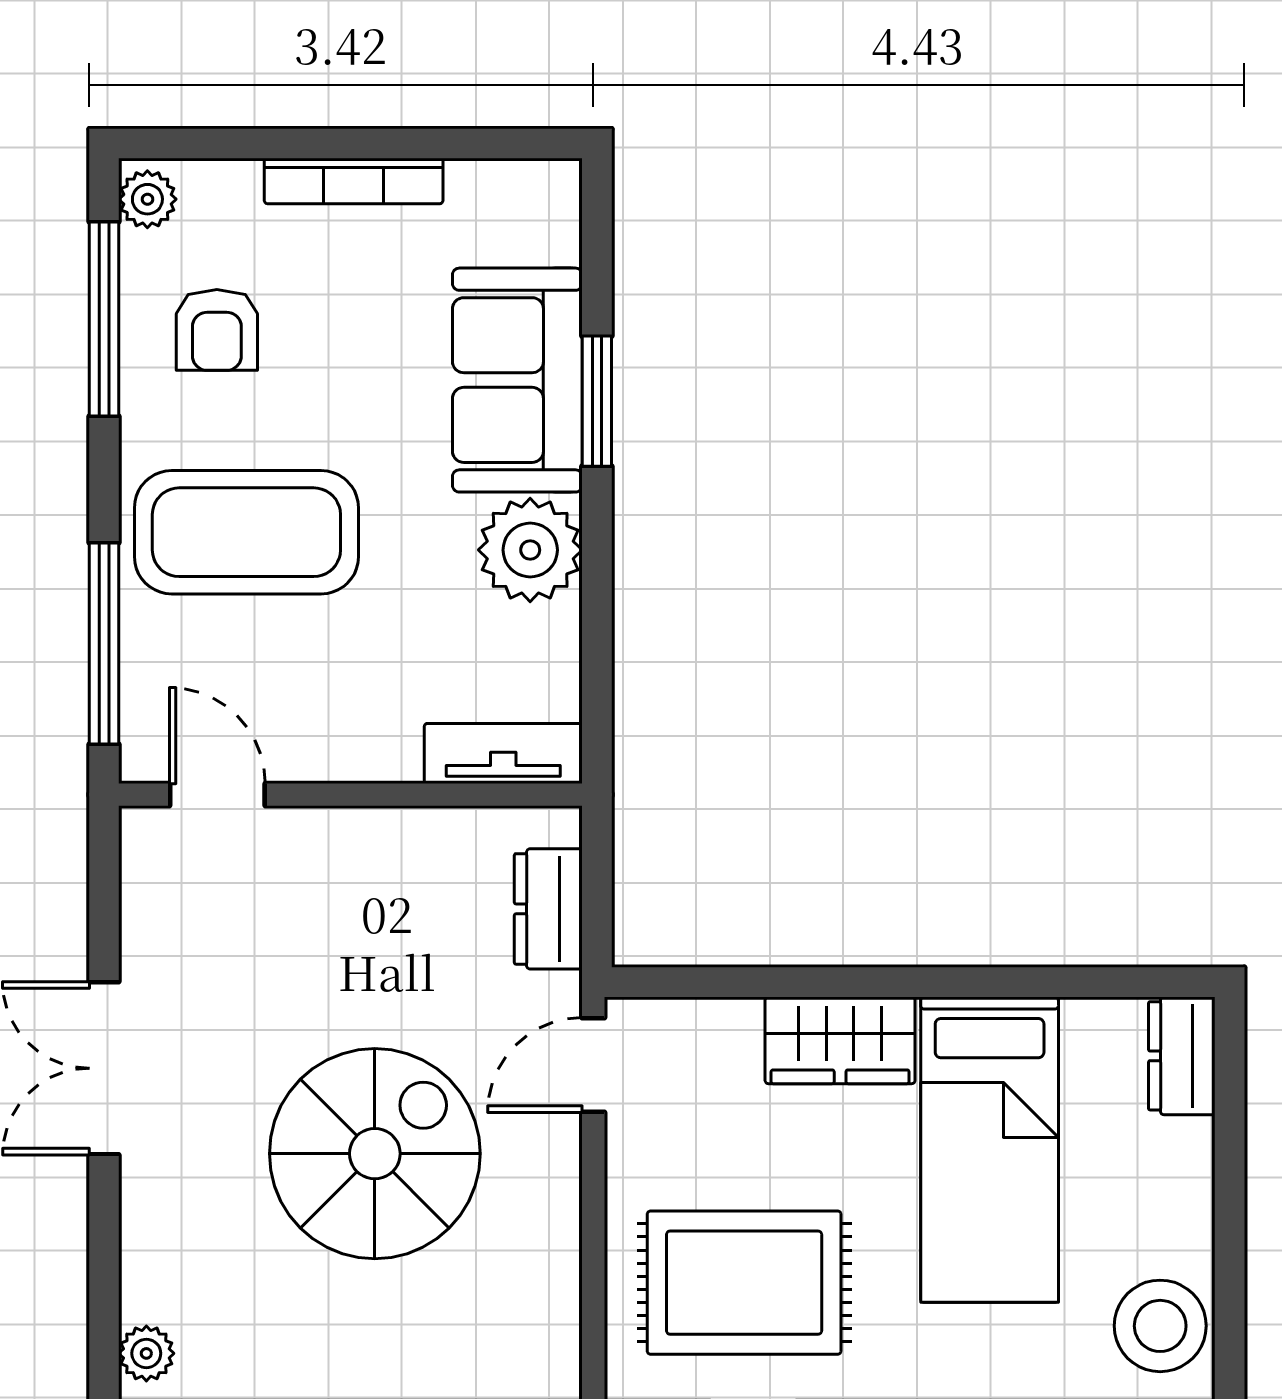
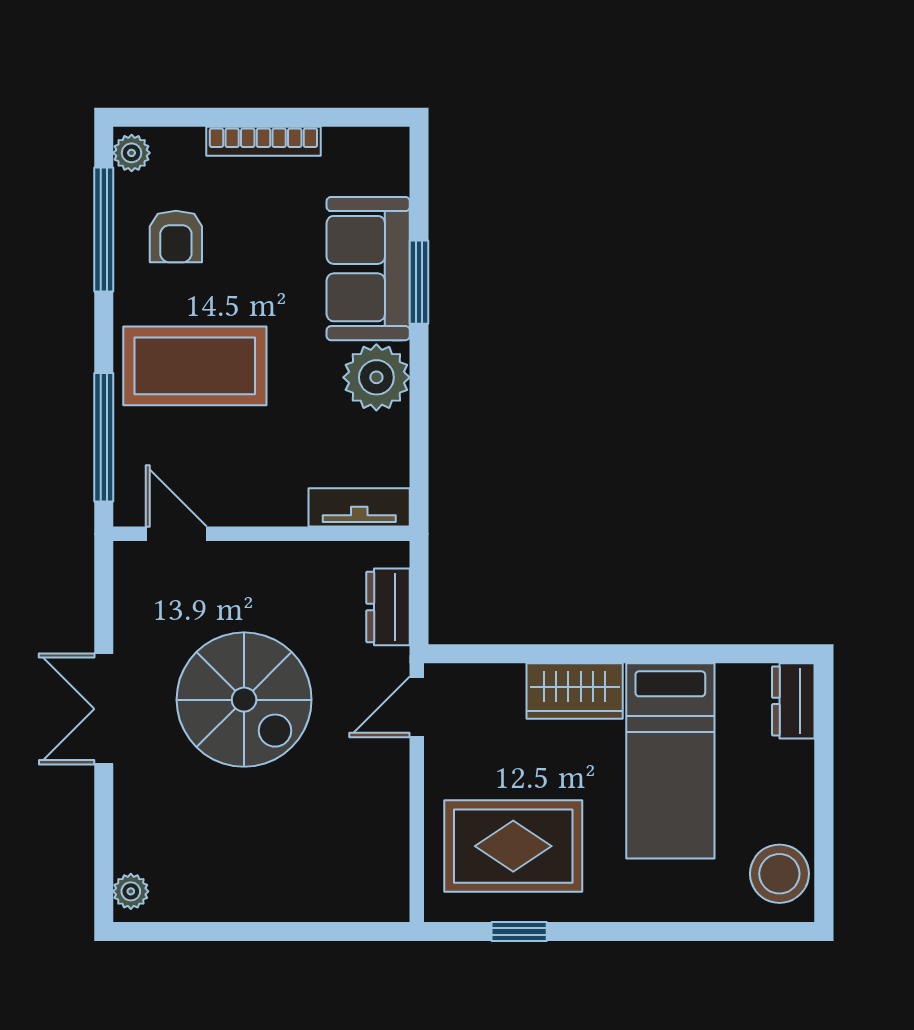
spiral stairs: (375, 1154) -> (244, 700), moved, turned 90

